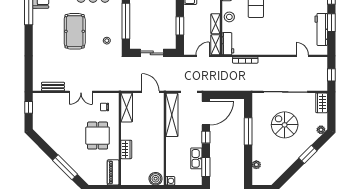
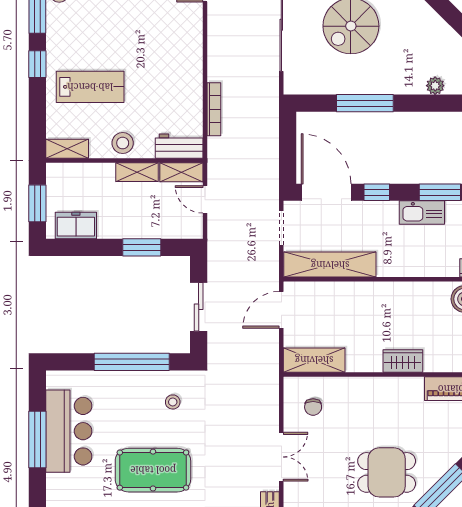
dining table: (98, 136) -> (387, 472), moved

